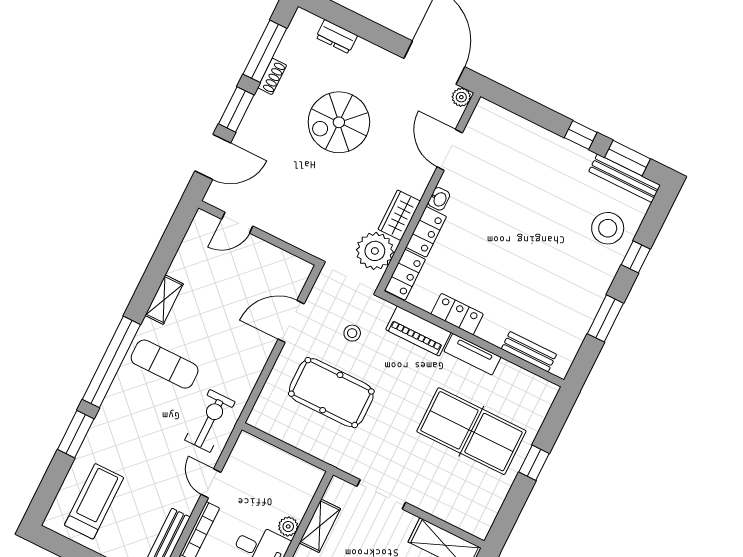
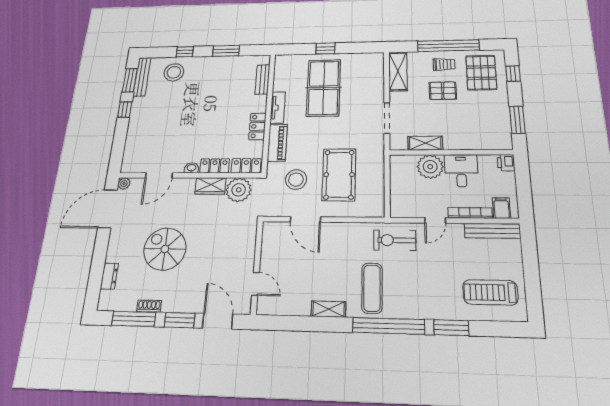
spiral stairs: (339, 122) -> (165, 249), turned 180
stool: (352, 333) -> (296, 180), width x1.89, depth x1.89
plant: (288, 526) -> (430, 167), width x1.88, depth x1.88

